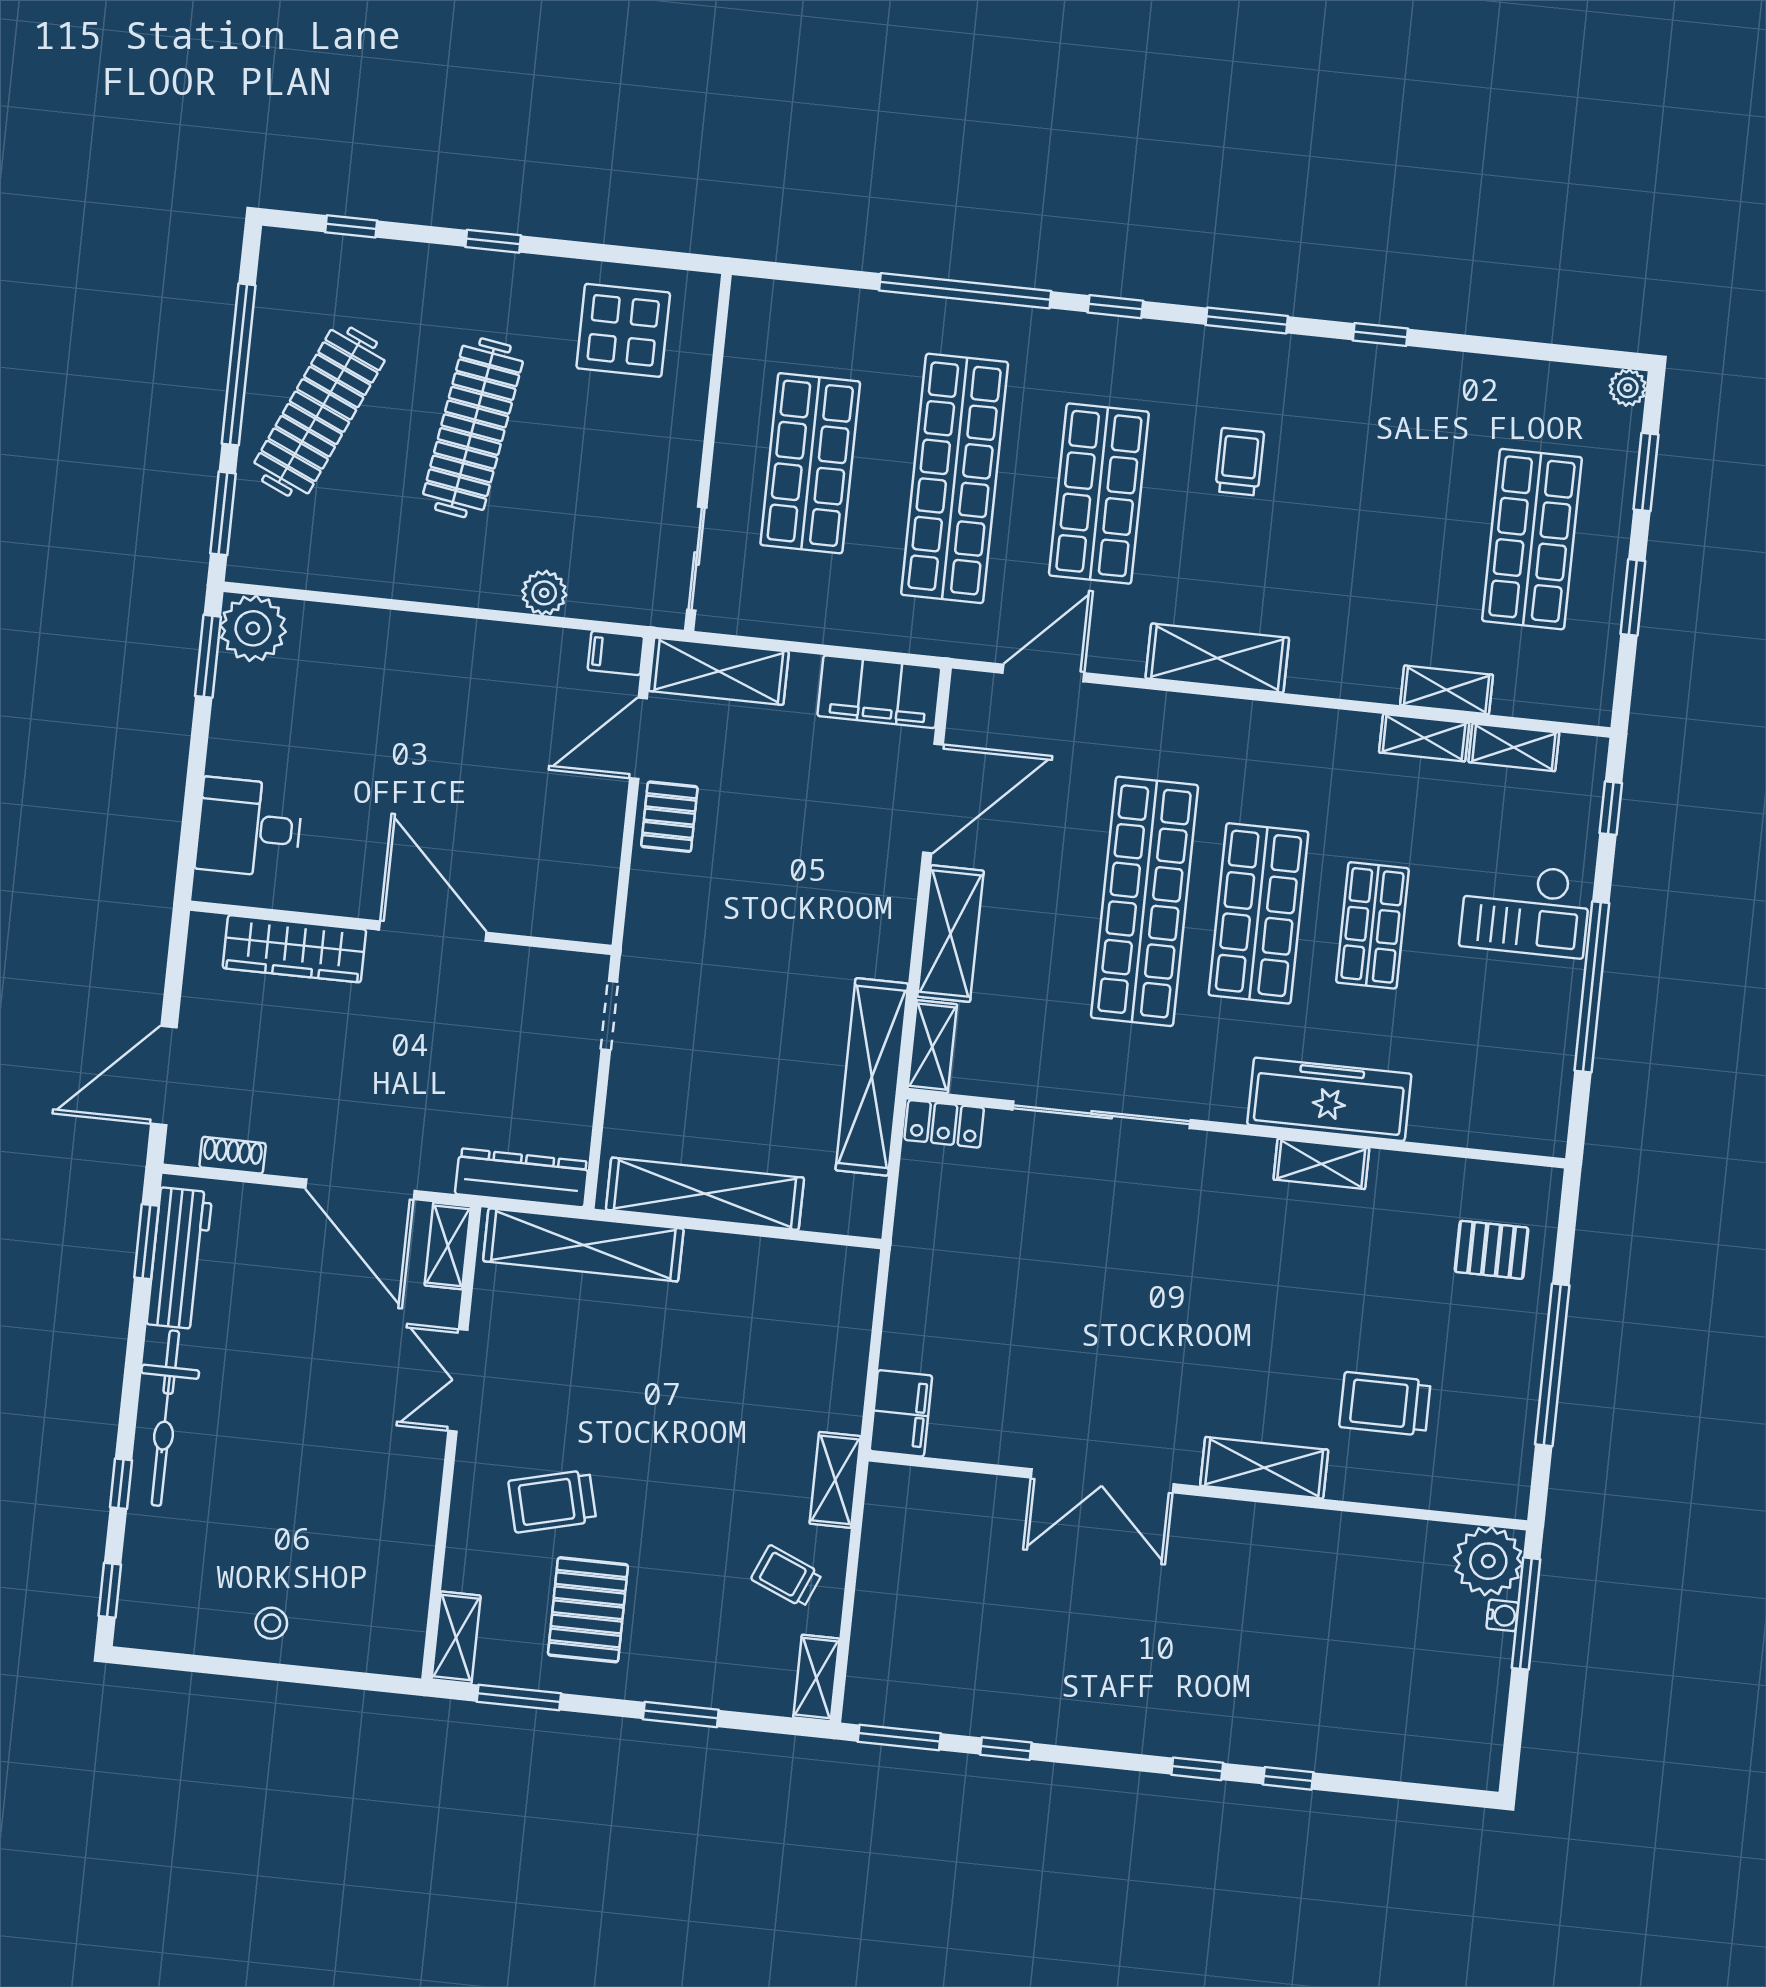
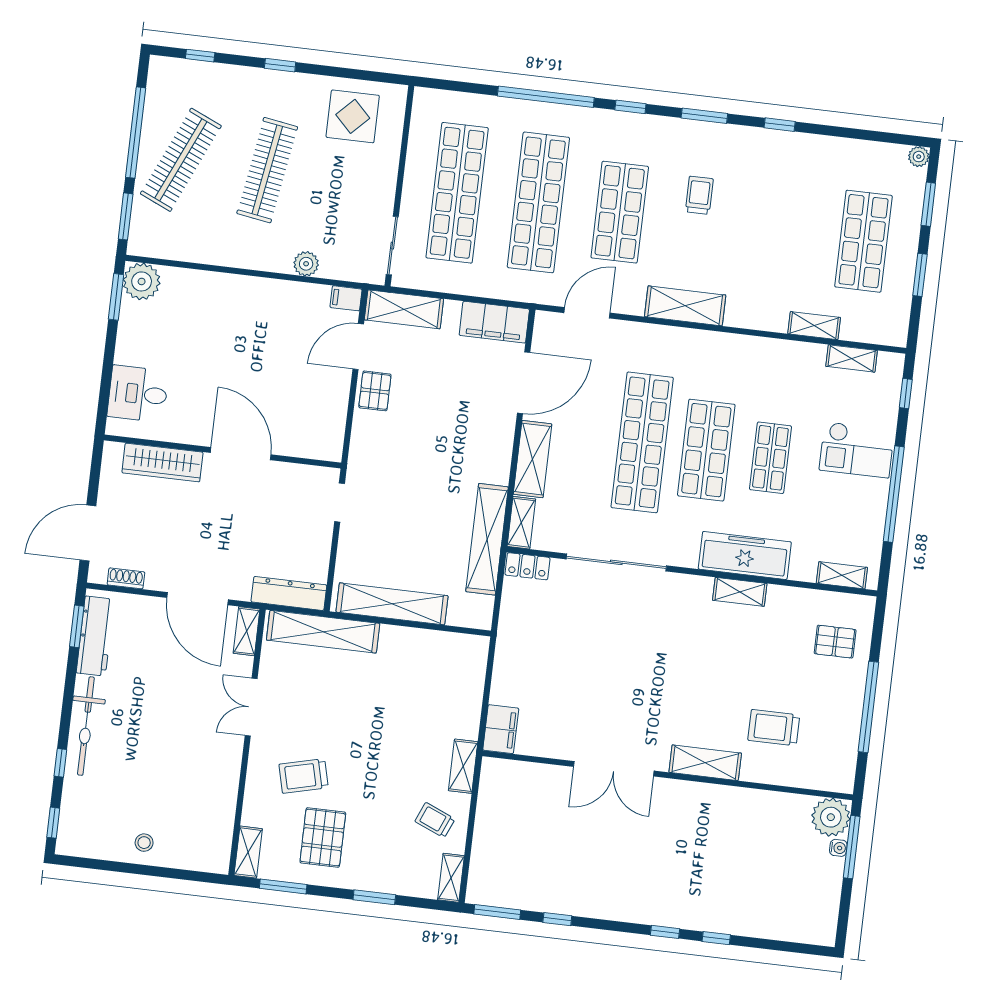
shop shelf: (810, 463) -> (457, 193), width x1.40
shelving: (1424, 738) -> (842, 575), moved

